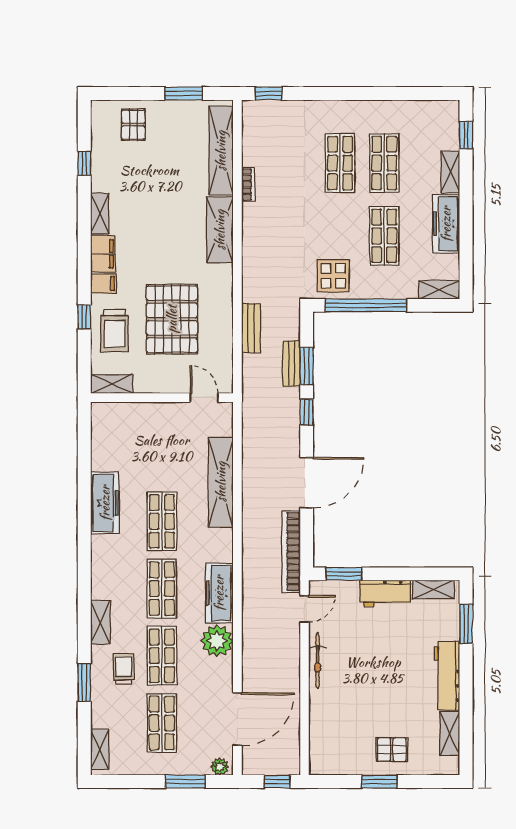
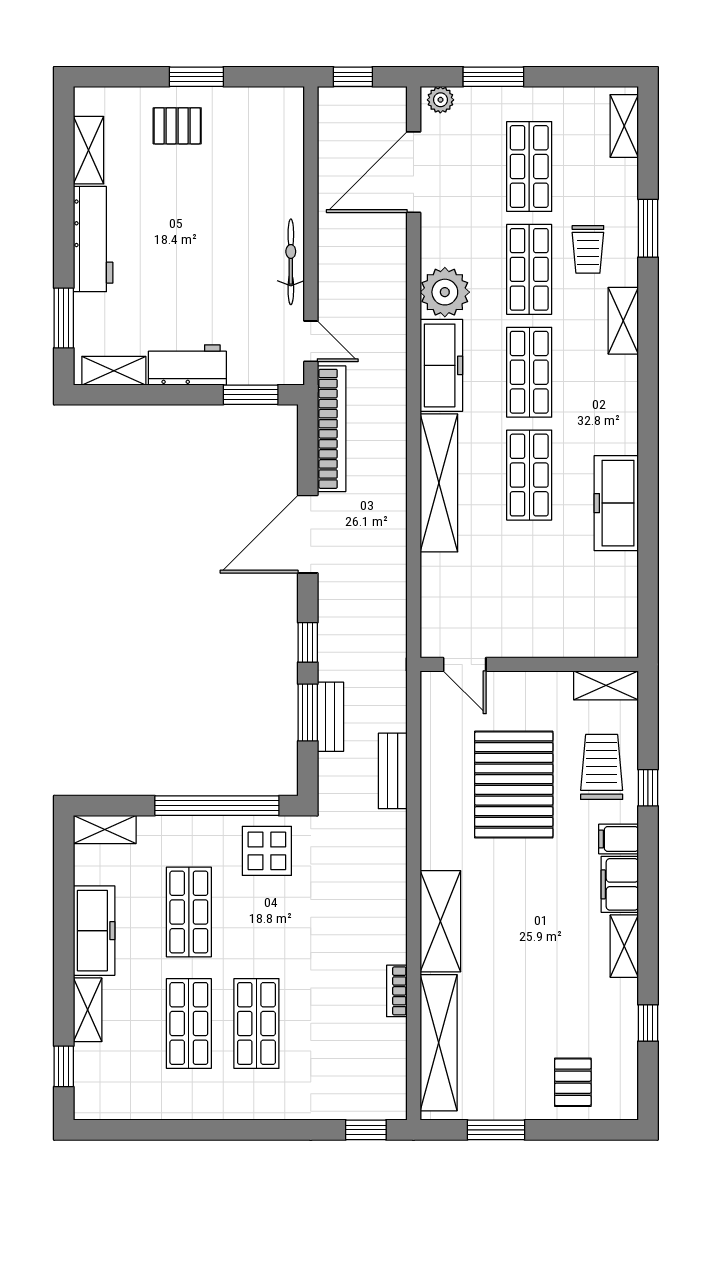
shelving: (221, 482) -> (439, 483), moved
door: (305, 609) -> (311, 341), swing flipped

